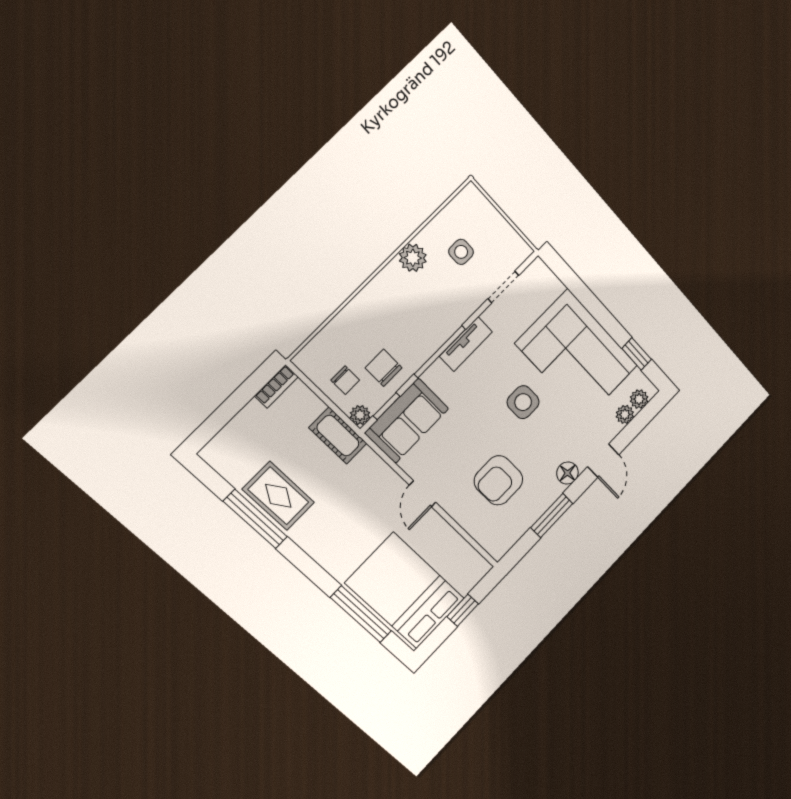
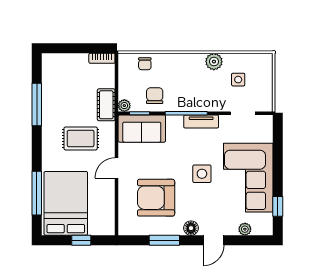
chair: (345, 380) -> (145, 64), moved
plant: (639, 399) -> (259, 229), removed
armchair: (499, 480) -> (156, 198), width x1.36, depth x1.36
rug: (278, 496) -> (81, 138), moved, turned 90

